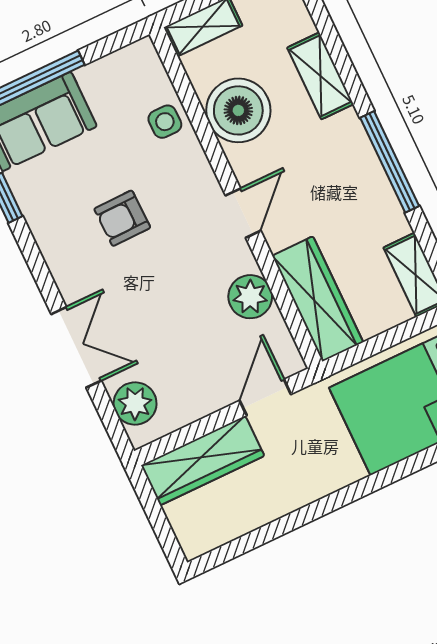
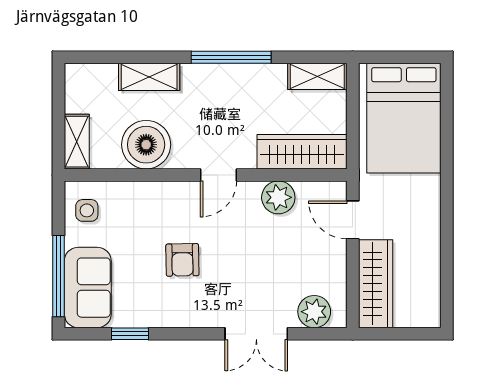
side table: (165, 122) -> (87, 210), moved
door: (243, 213) -> (218, 175), swing flipped
double door: (76, 347) -> (256, 334), swing flipped

